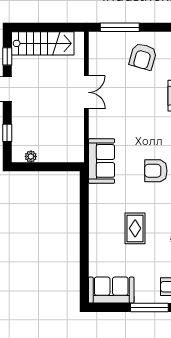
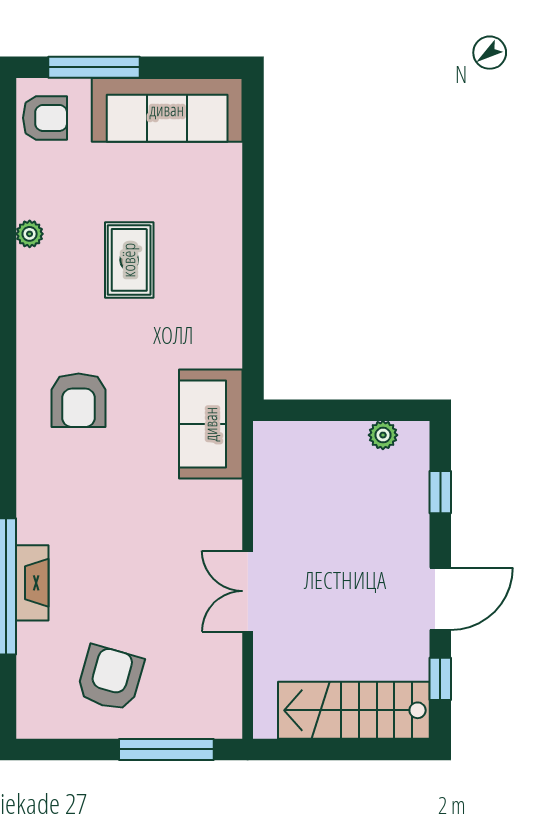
armchair: (156, 171) -> (79, 400), turned 90
sofa: (111, 290) -> (167, 110), width x1.36

